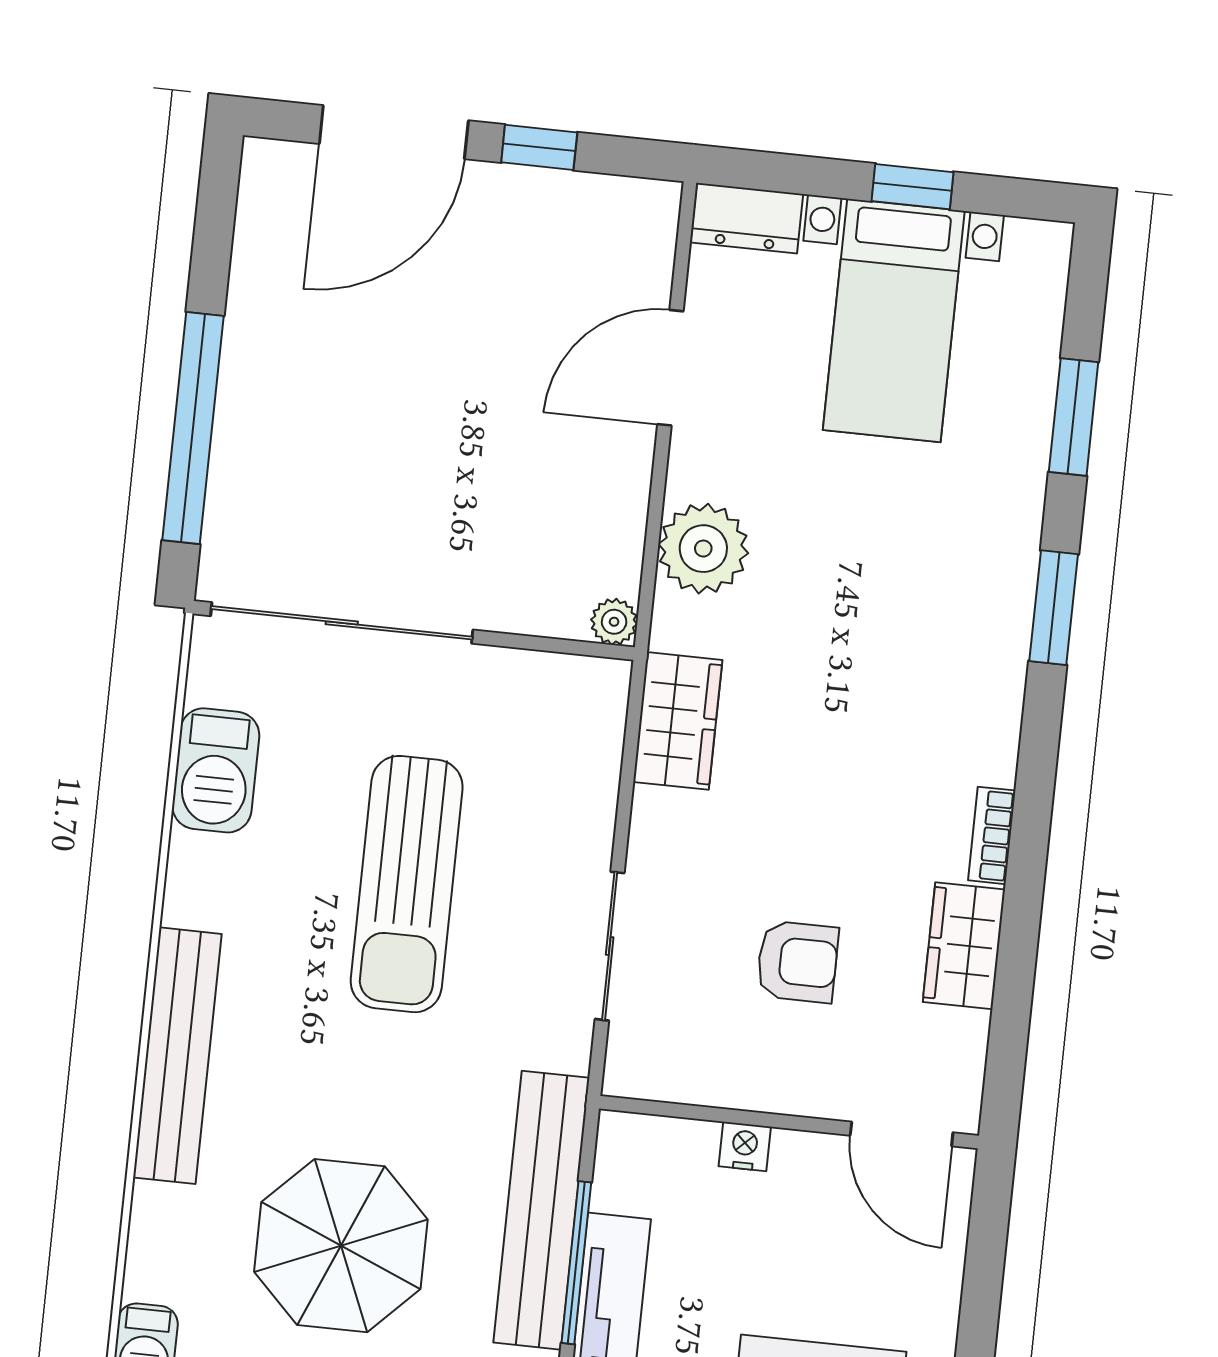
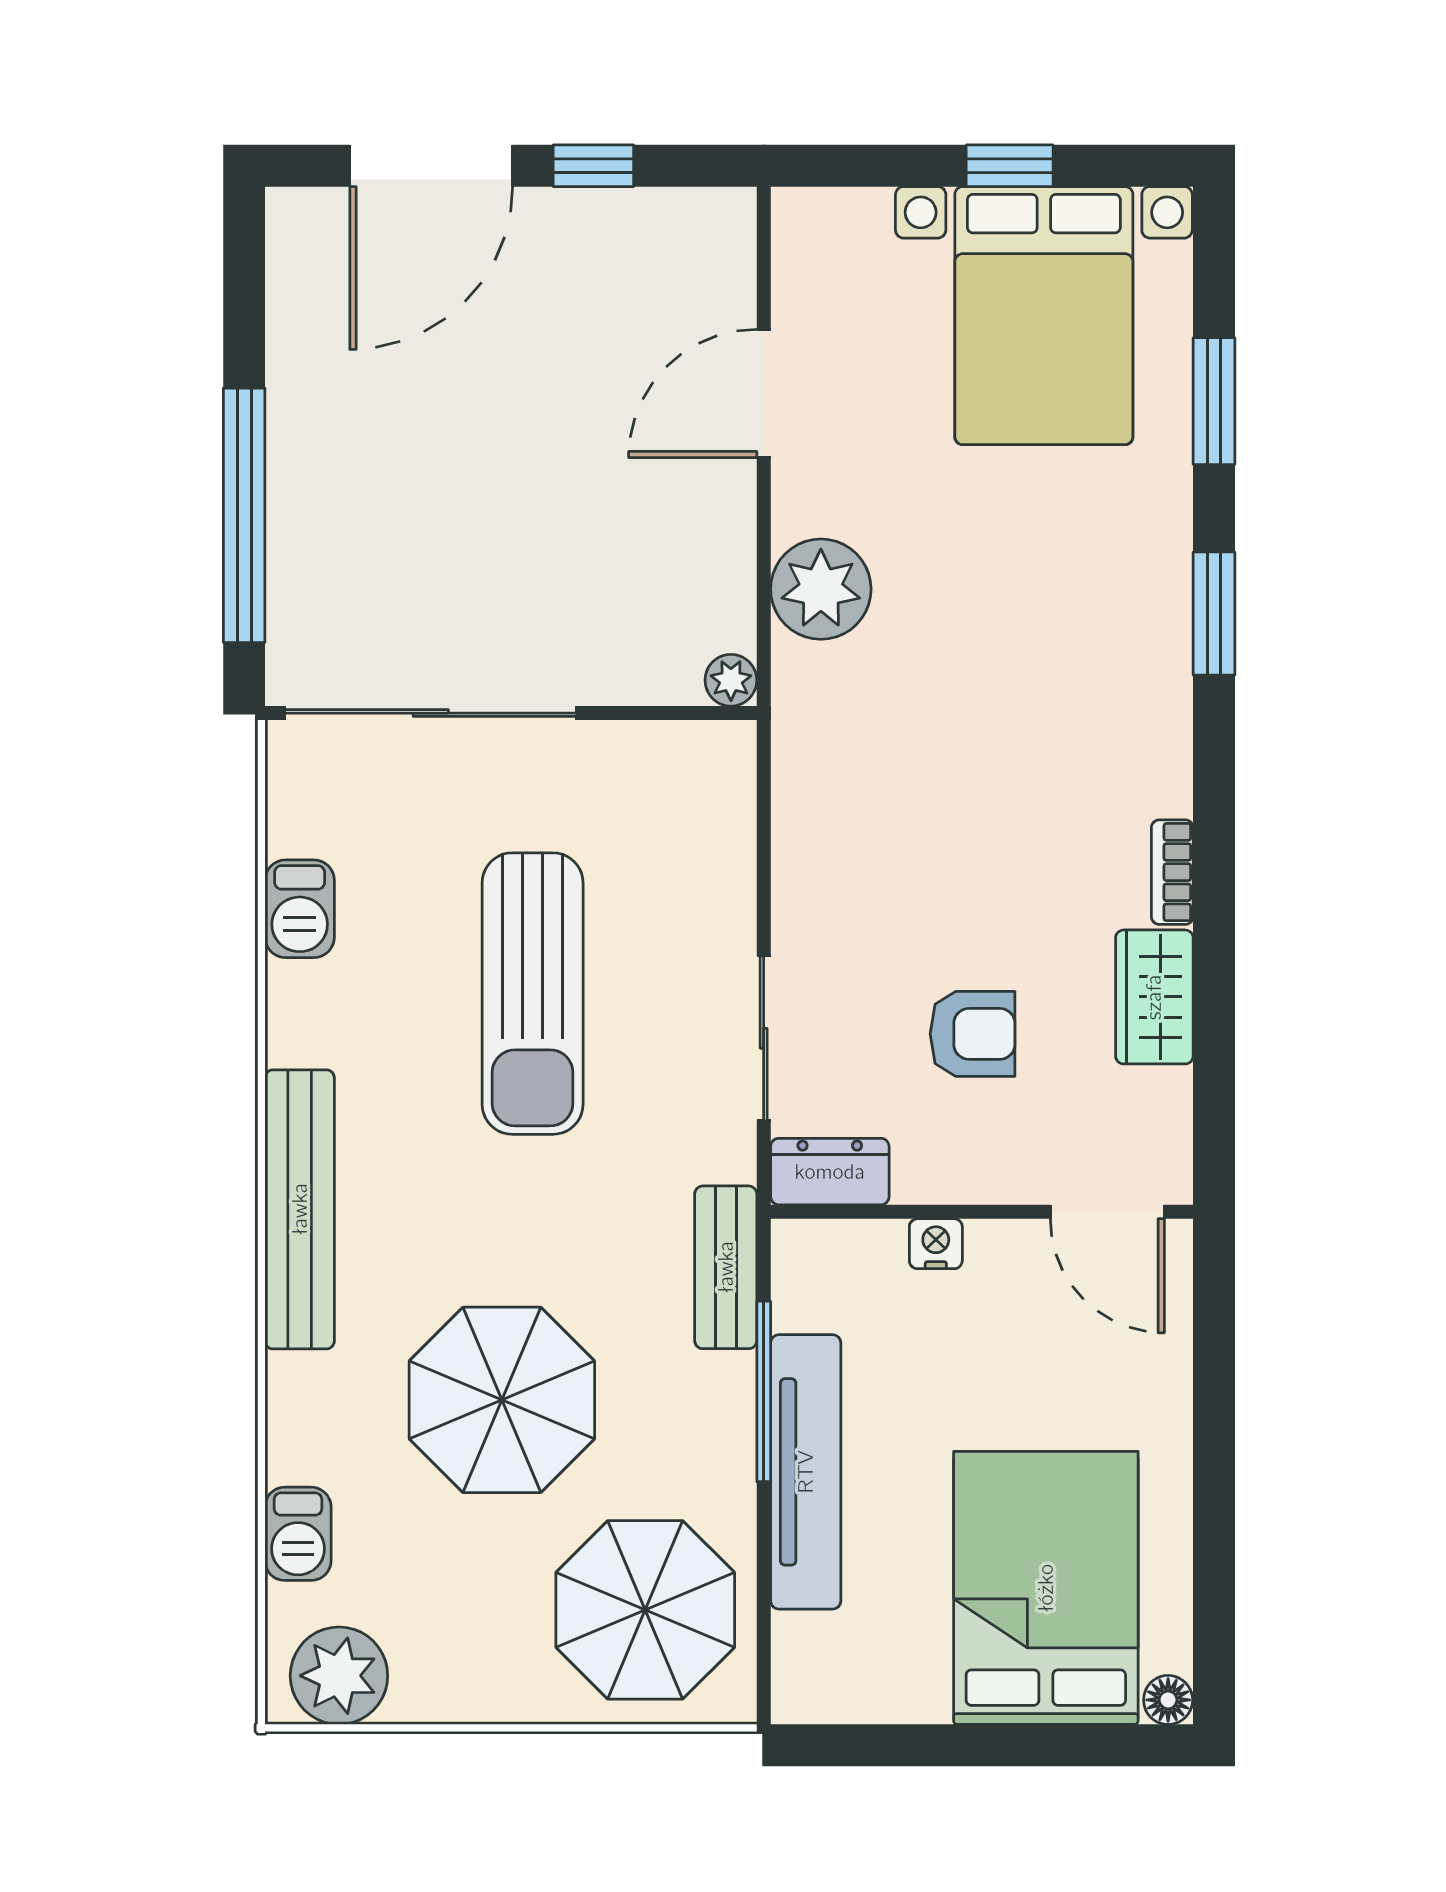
dresser: (747, 218) -> (830, 1172), moved, turned 180
bed with nightstands: (894, 321) -> (1044, 316), width x1.36
wardrobe: (678, 721) -> (813, 782), removed
barbecue: (216, 770) -> (300, 909), width x0.73, depth x0.79
bench: (541, 1210) -> (726, 1267), width x0.54, depth x0.82

